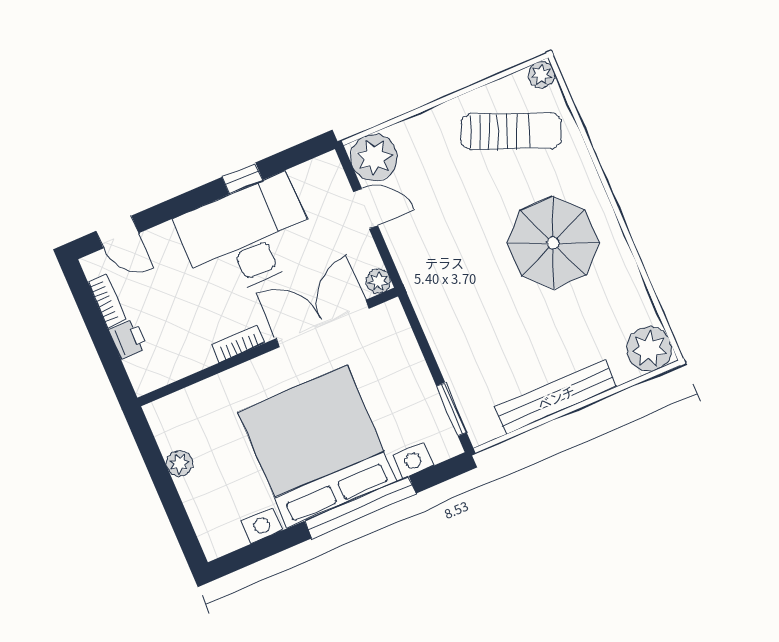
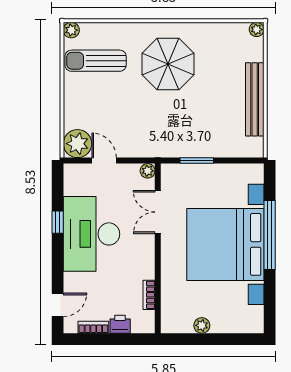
sun lounger: (511, 131) -> (96, 61), turned -112
door: (366, 209) -> (104, 161), hinge flipped
double door: (323, 323) -> (158, 212), width x0.73
bookcase: (238, 344) -> (149, 295), moved
plant: (649, 349) -> (257, 29), width x0.53, depth x0.53
window: (452, 409) -> (197, 161), moved

